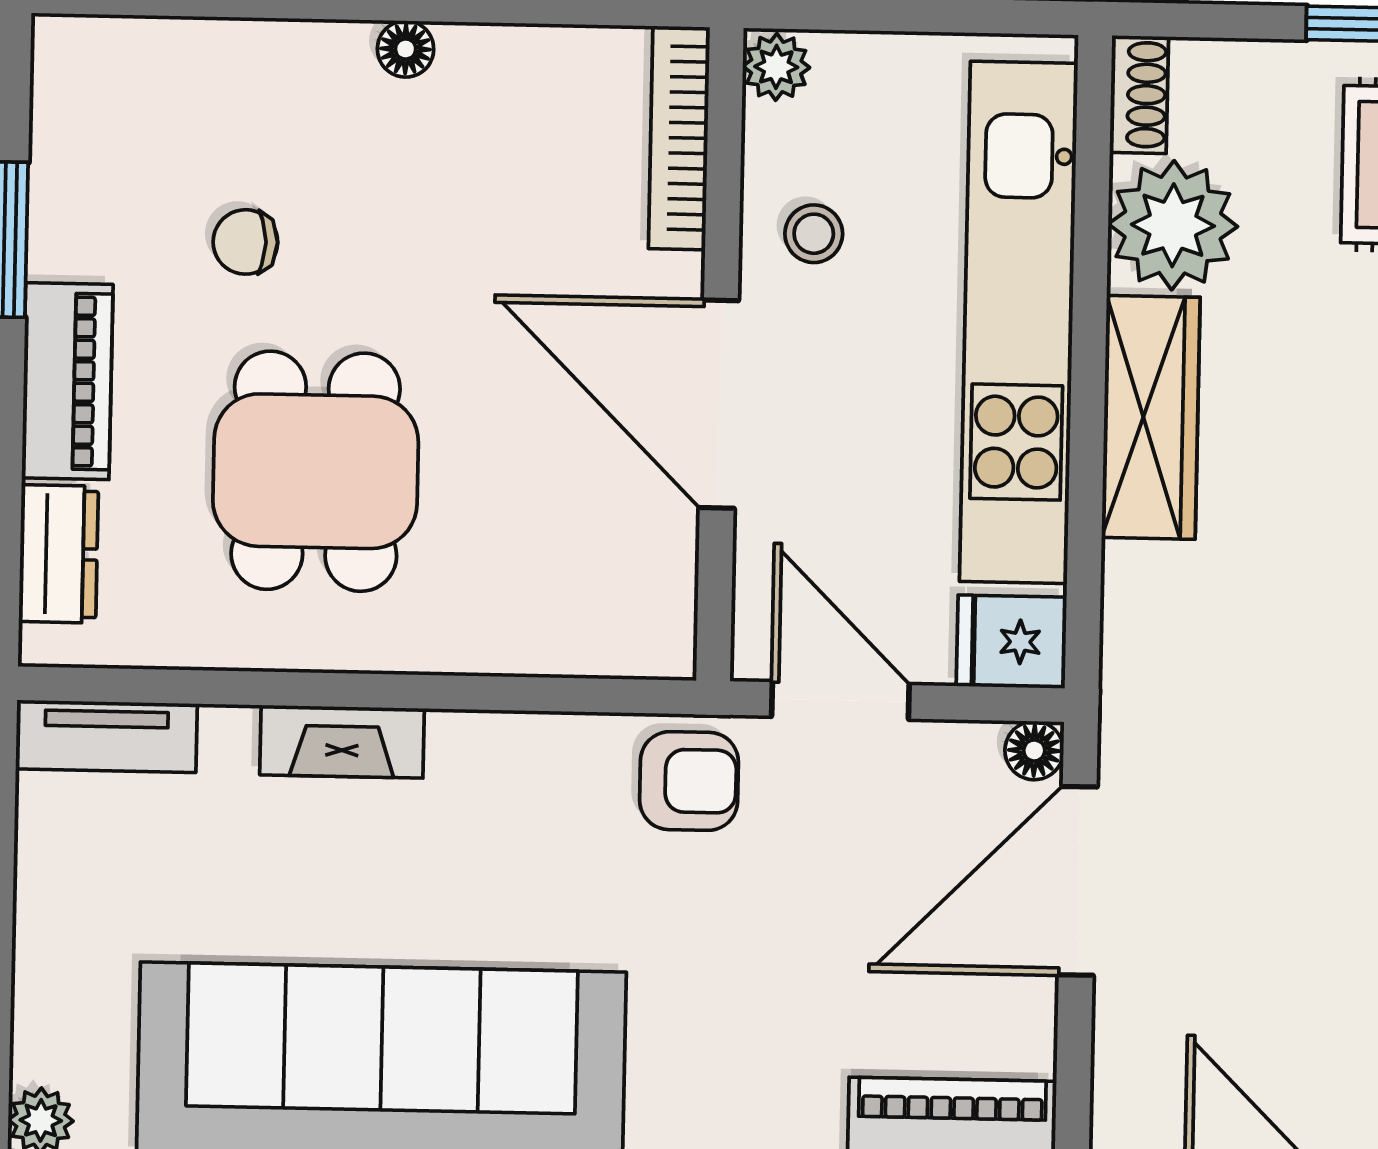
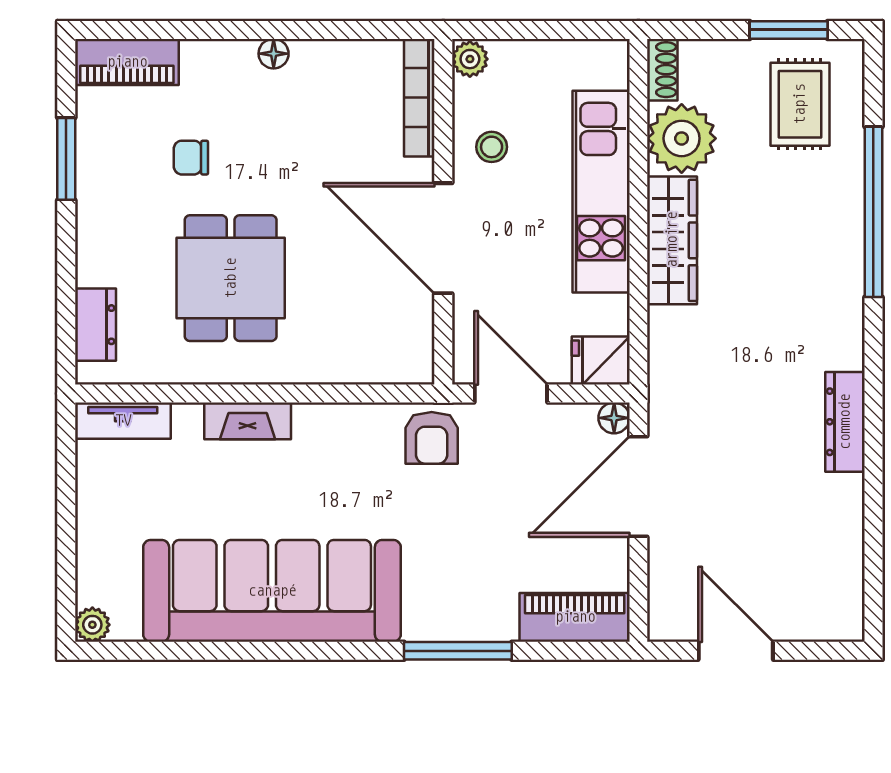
kitchen unit: (1019, 322) -> (601, 192), width x0.73
piano: (67, 381) -> (127, 62), moved, turned 90
armchair: (689, 781) -> (432, 438), turned 90

